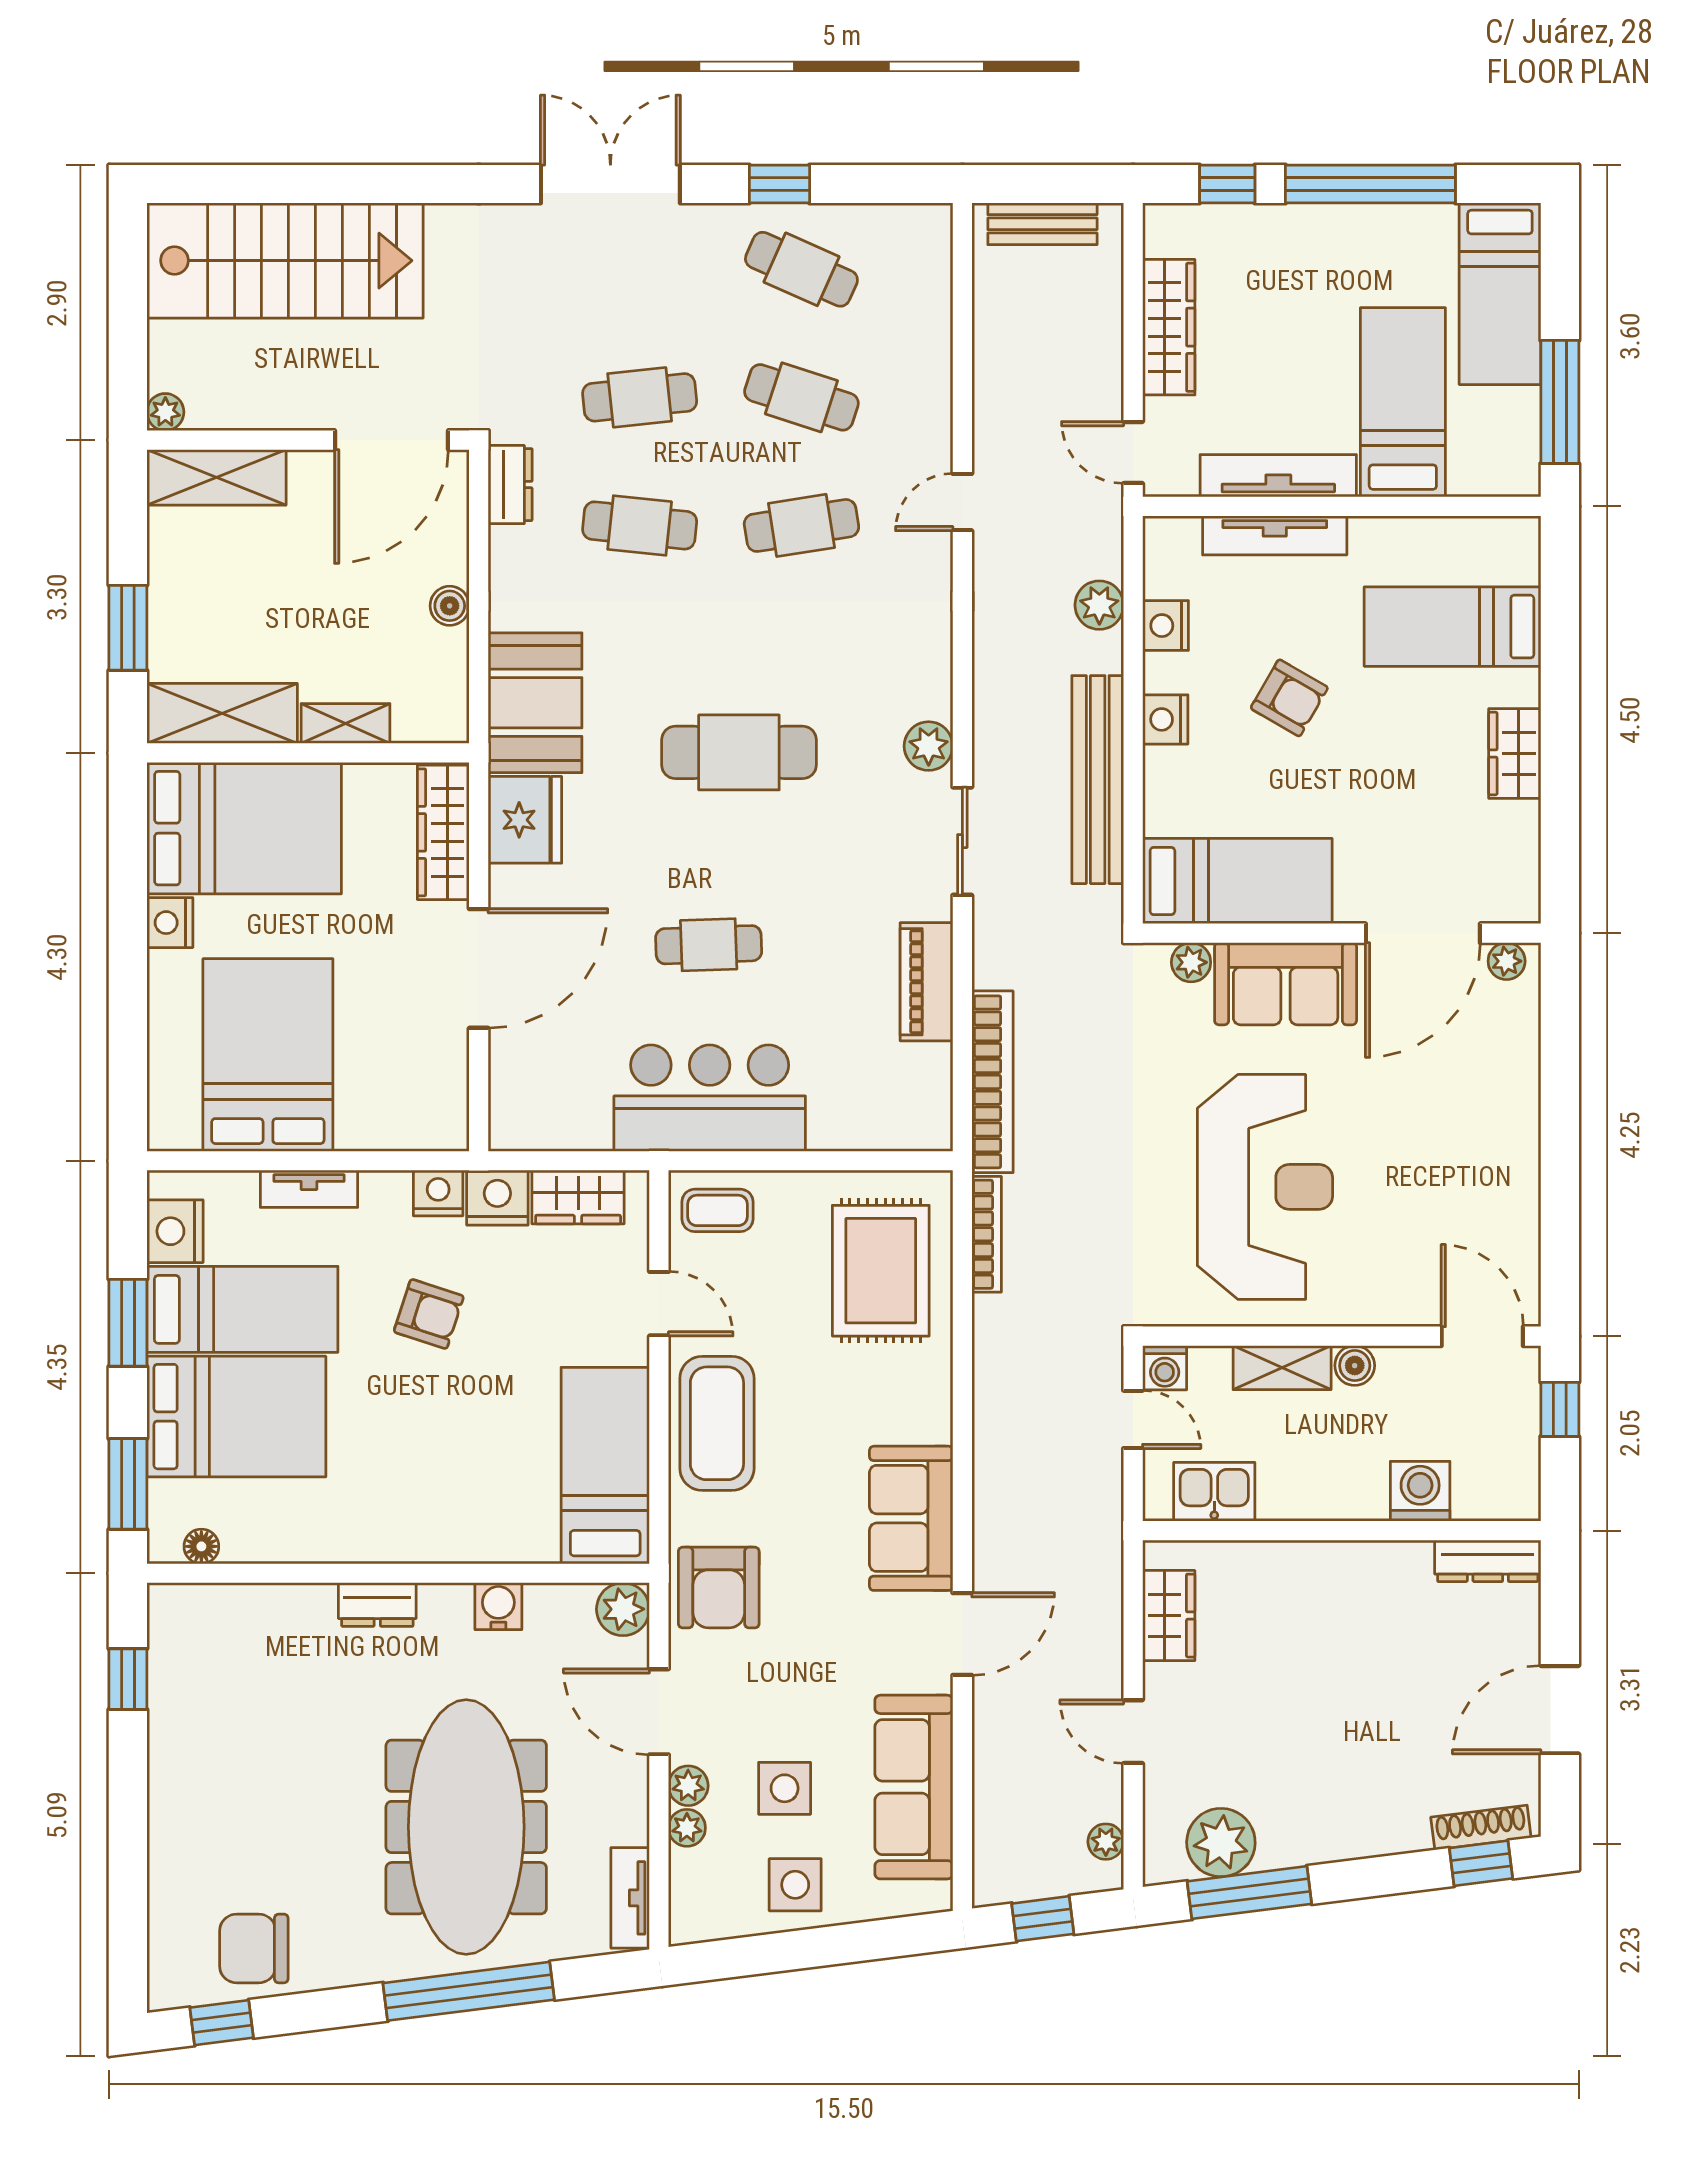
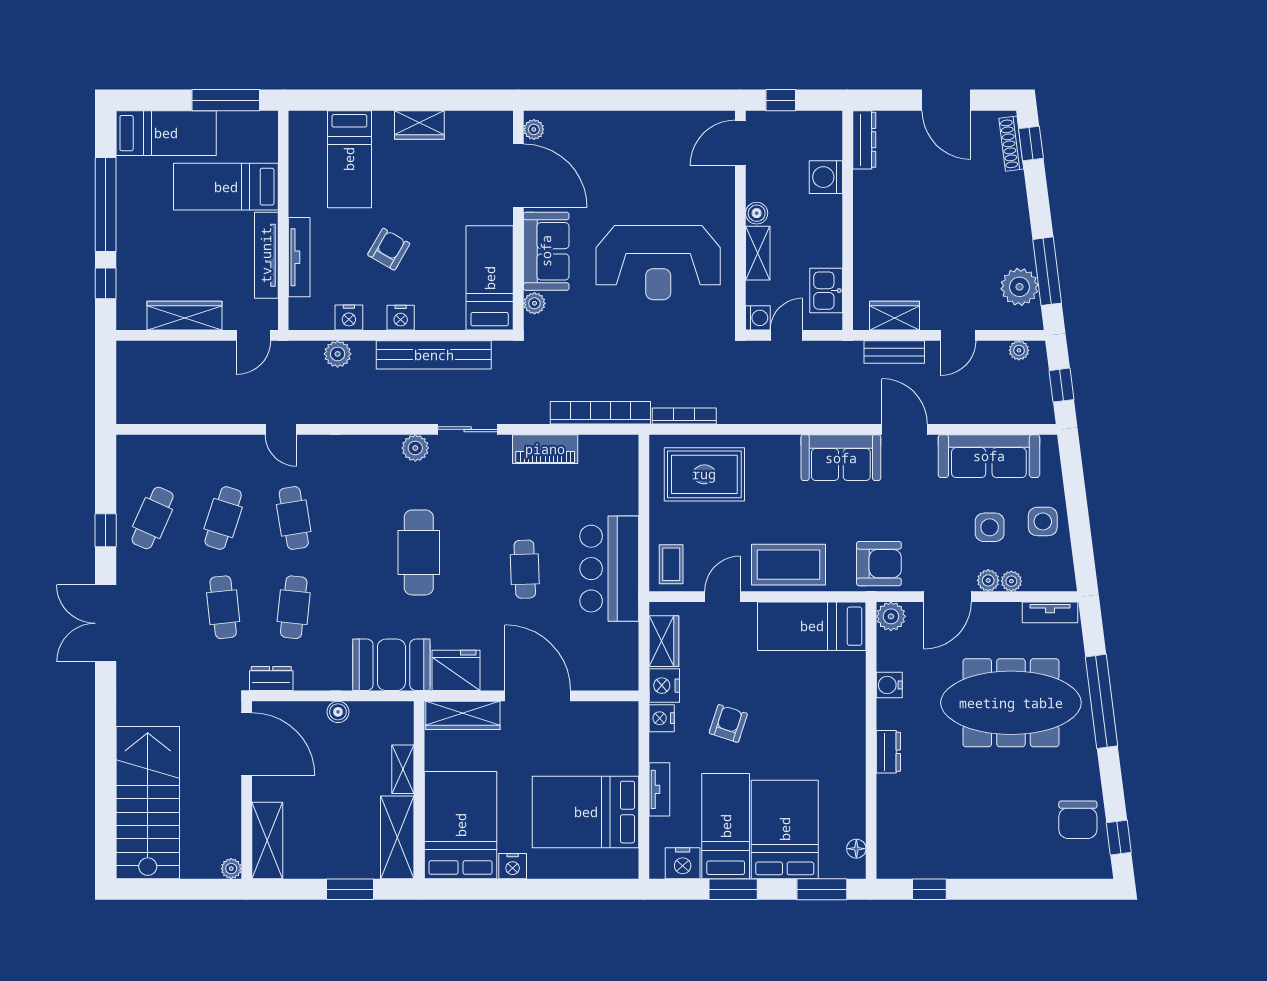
bench: (1042, 224) -> (894, 352), moved, turned 90
reception desk: (1265, 1187) -> (658, 263), turned 180

